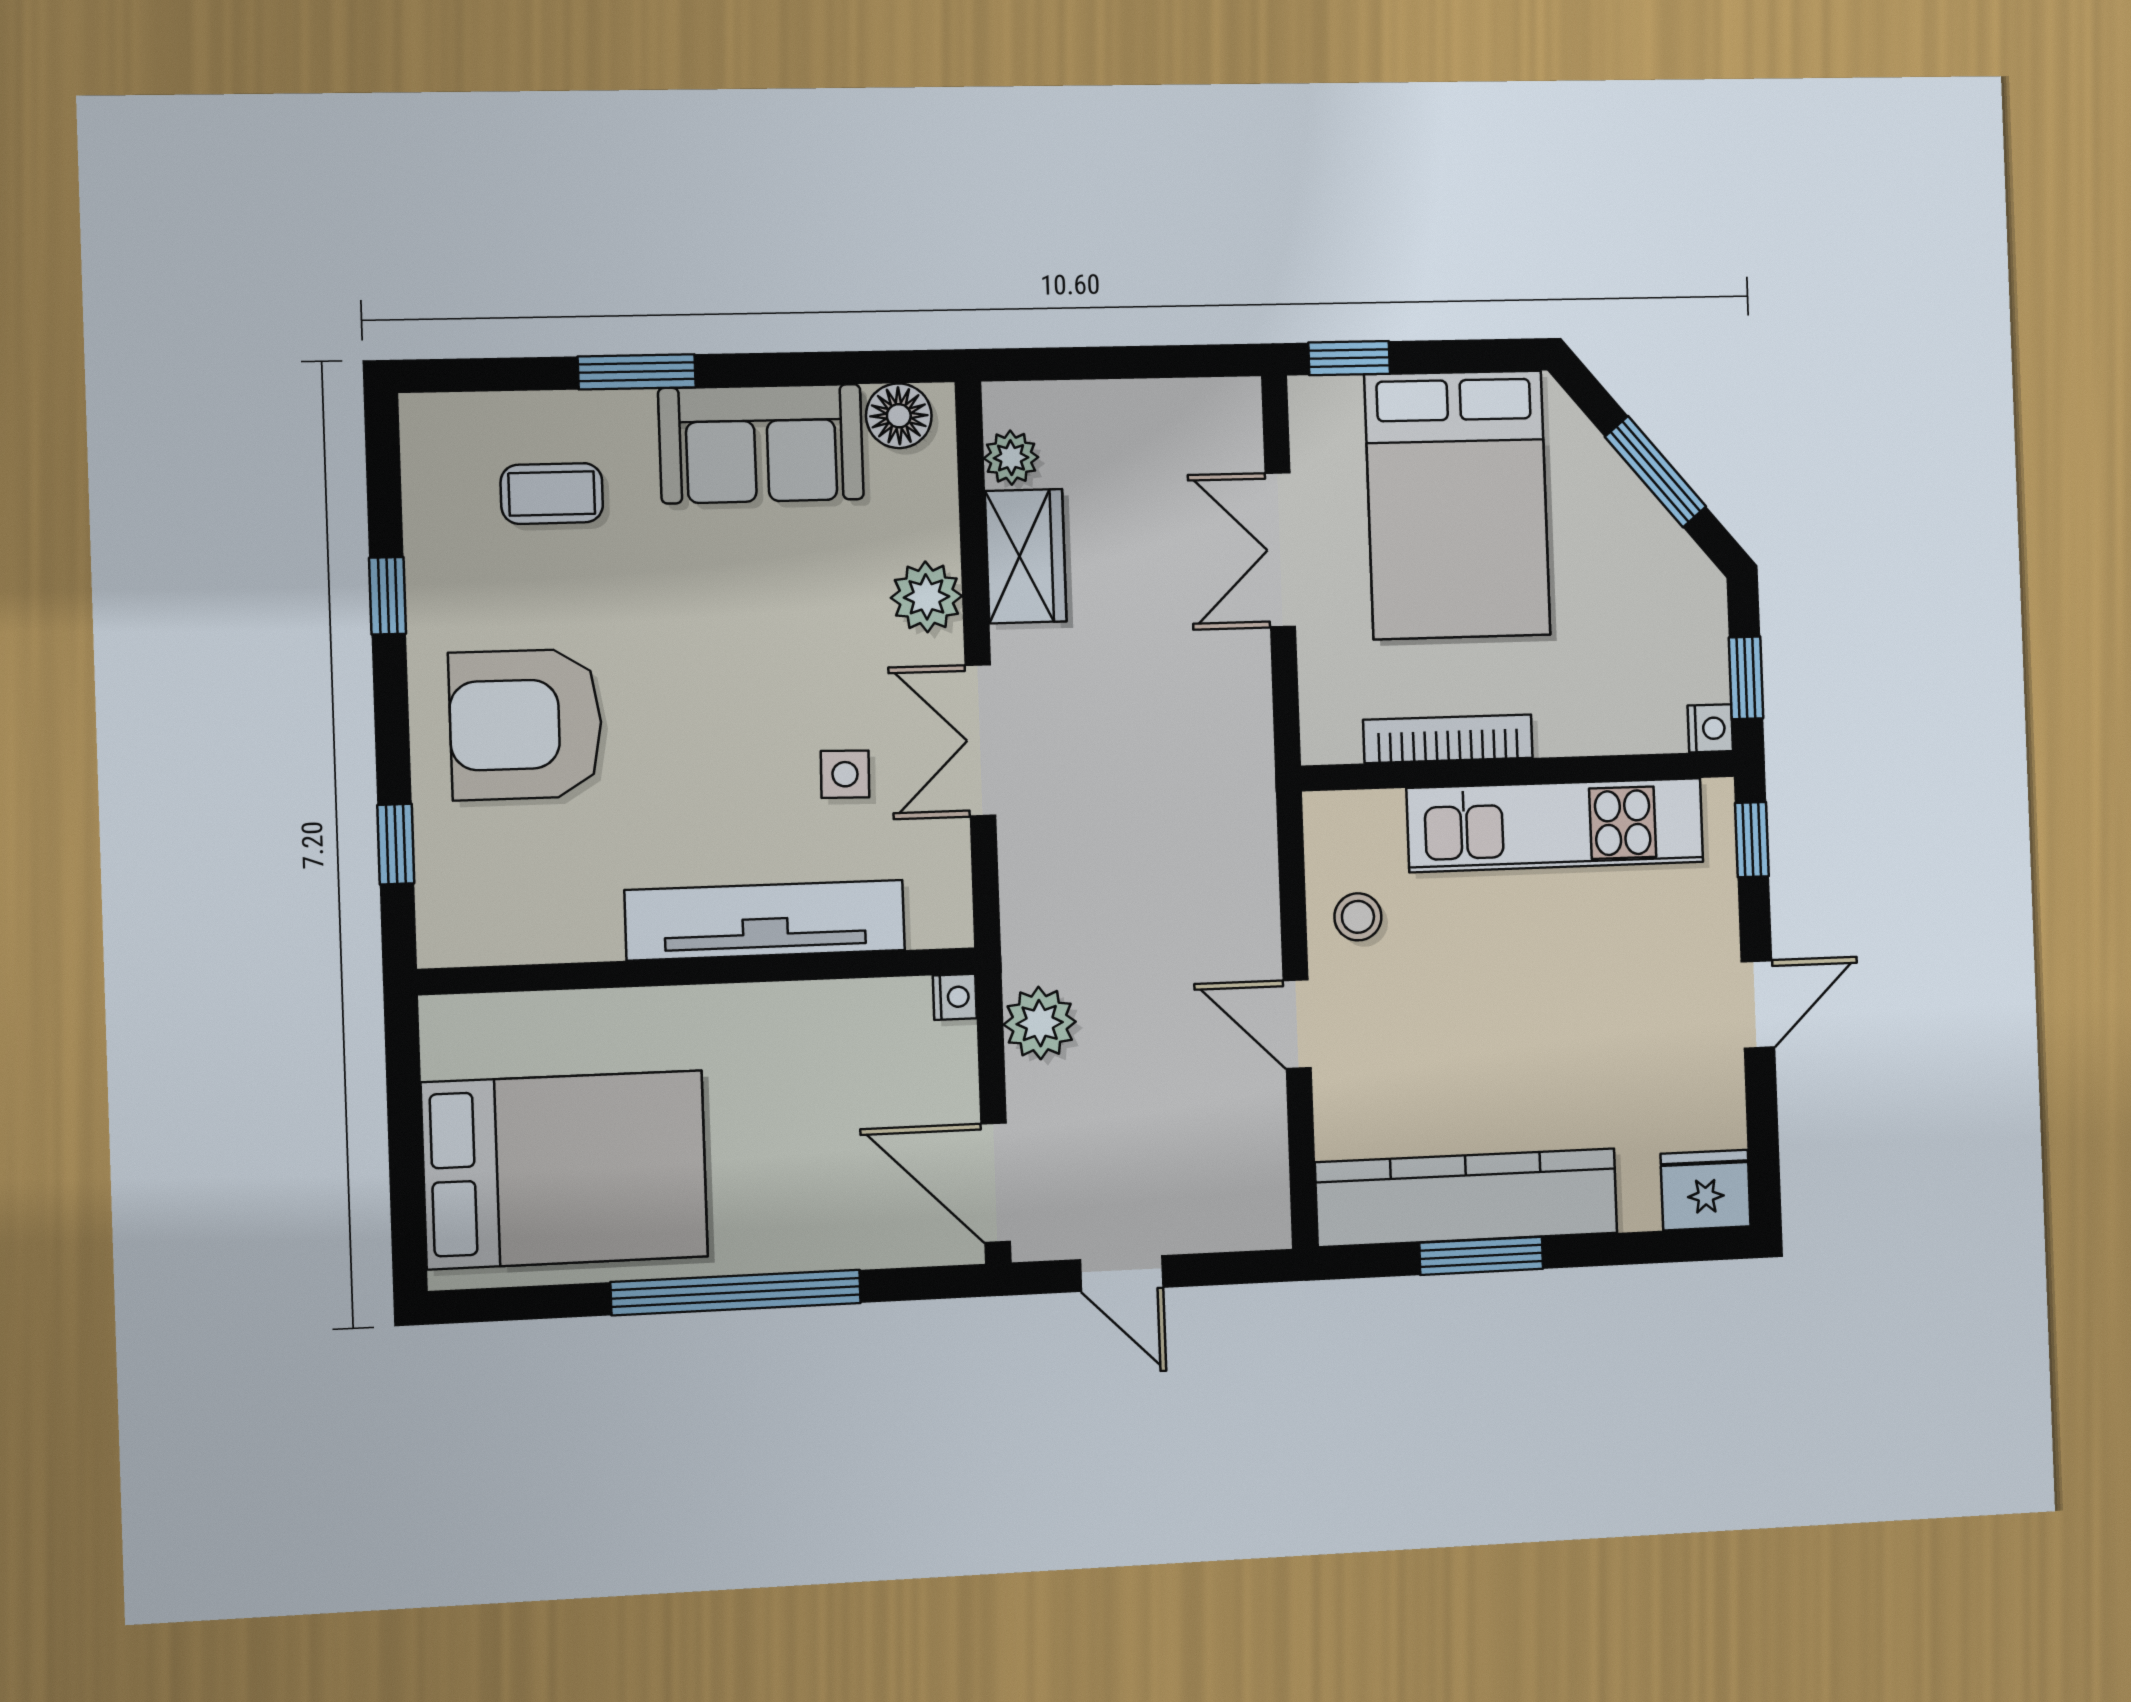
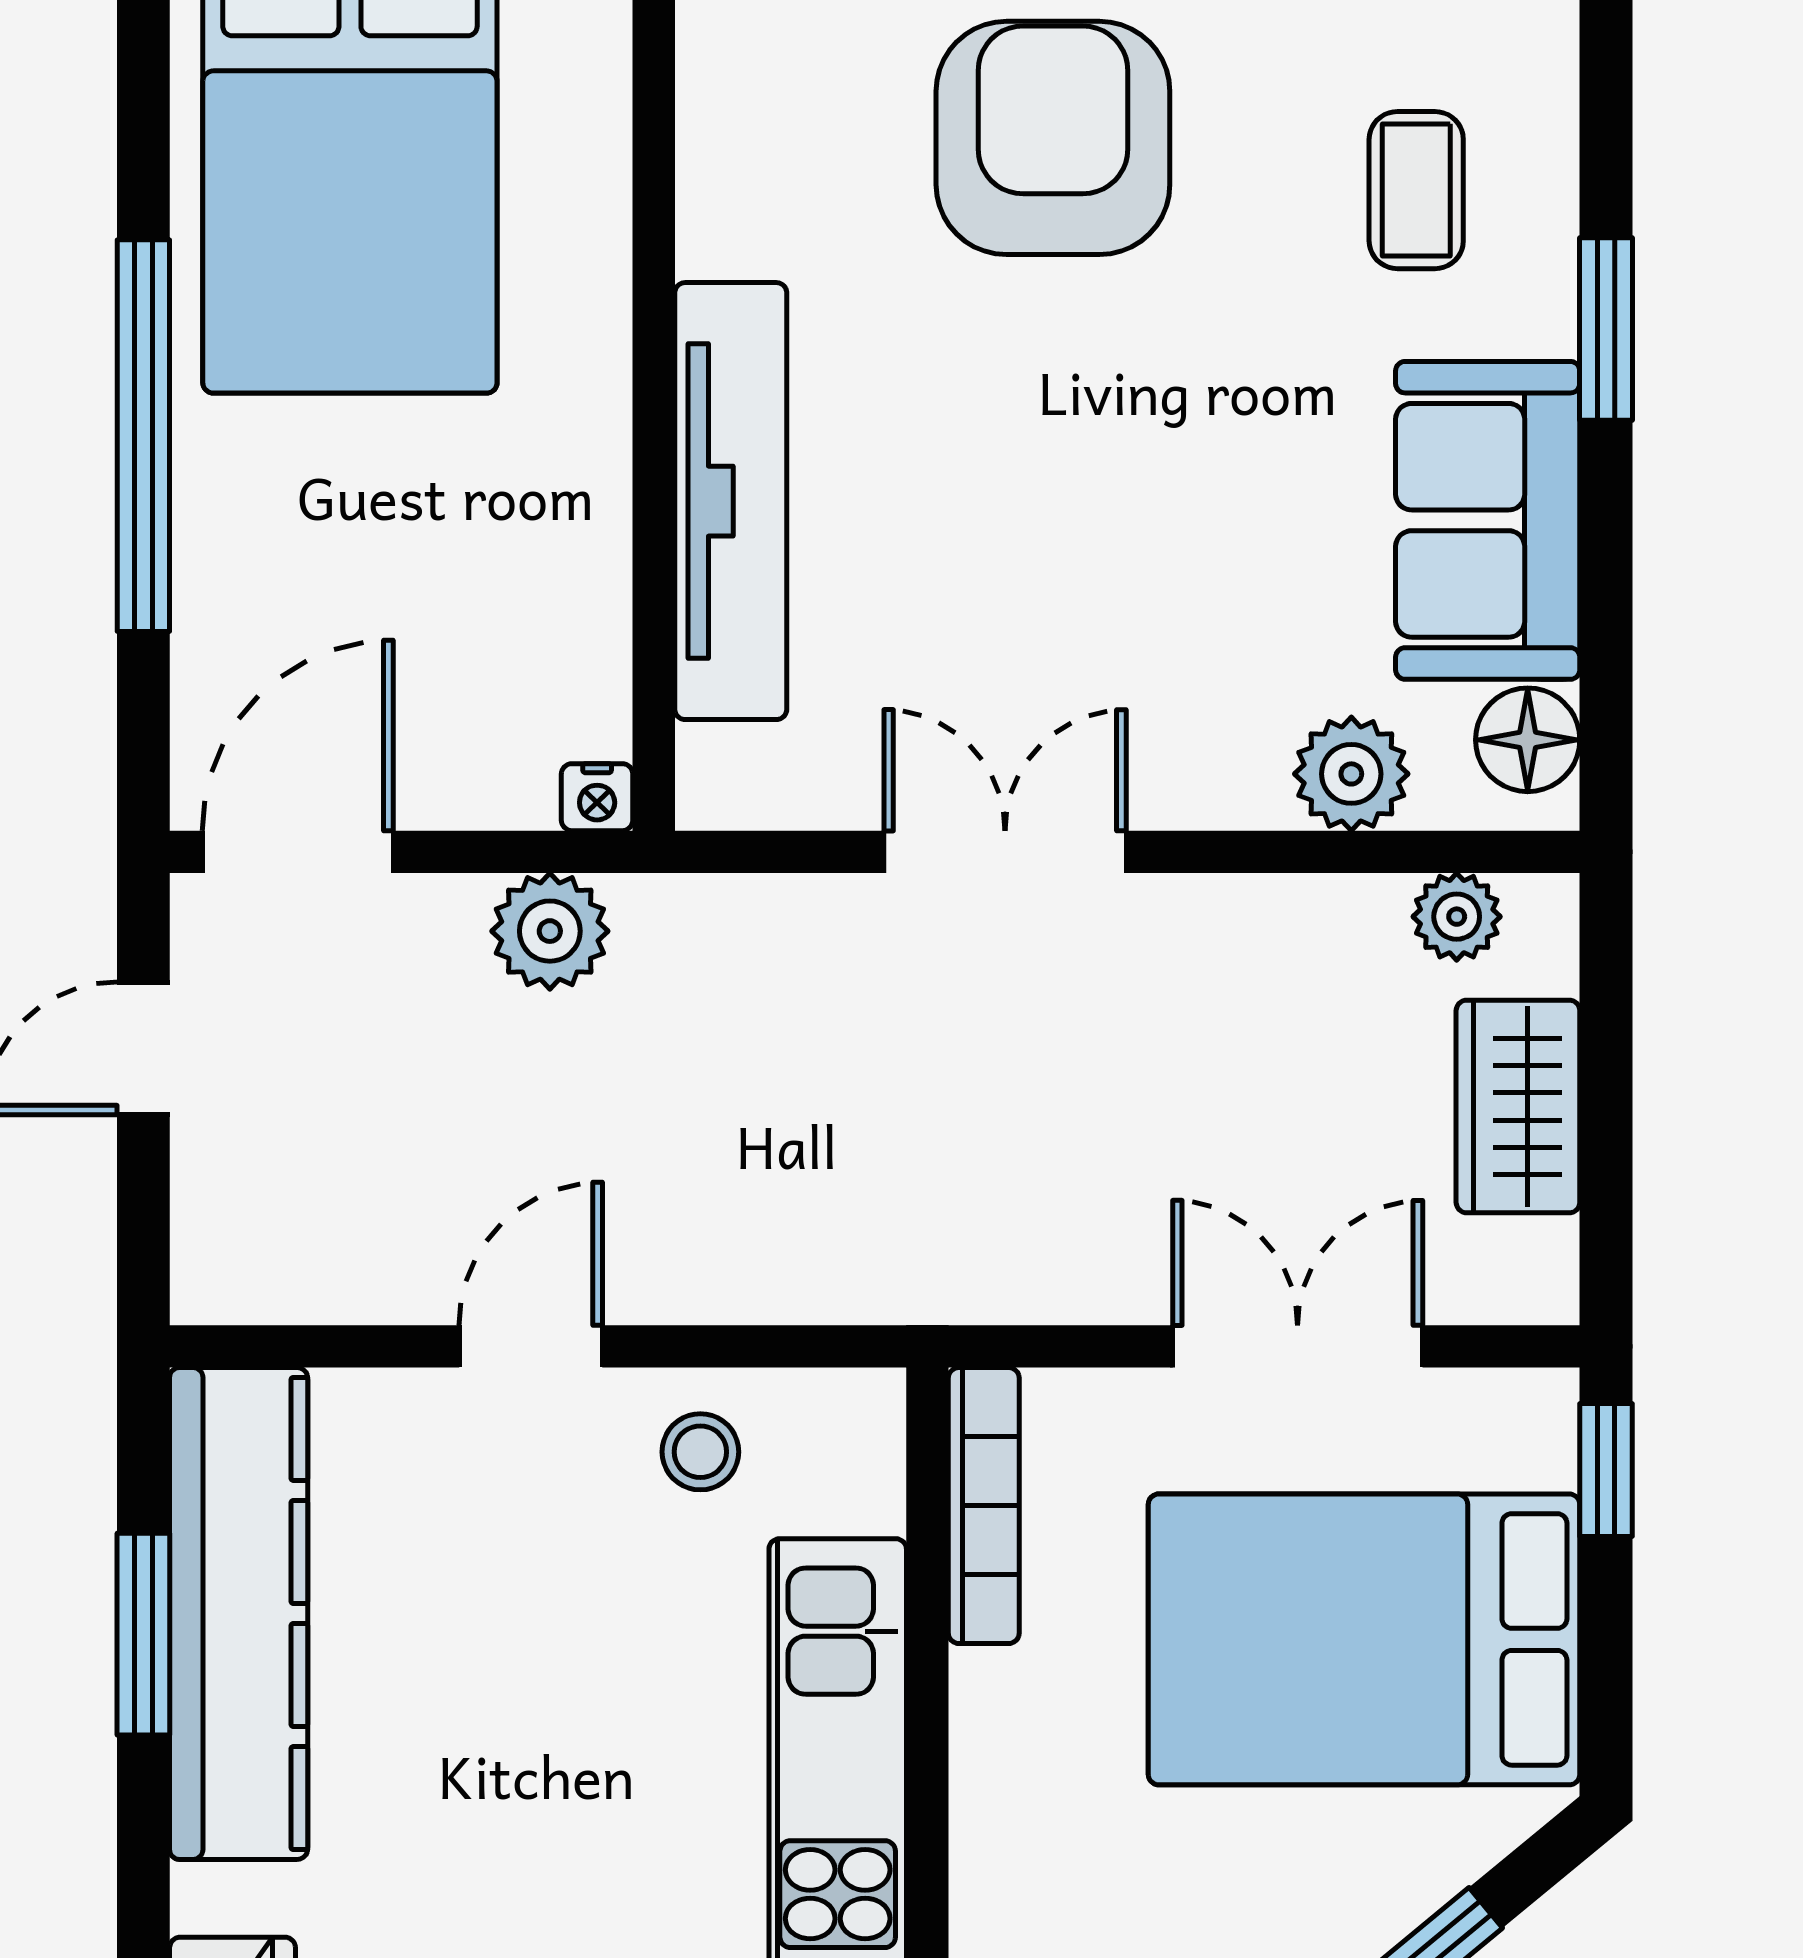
wardrobe: (1026, 556) -> (1518, 1107), moved, turned 90
plant: (926, 597) -> (1351, 774), moved
bookcase: (1448, 739) -> (984, 1506), moved
side table: (845, 774) -> (958, 635), removed

